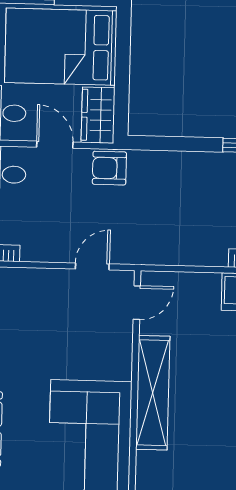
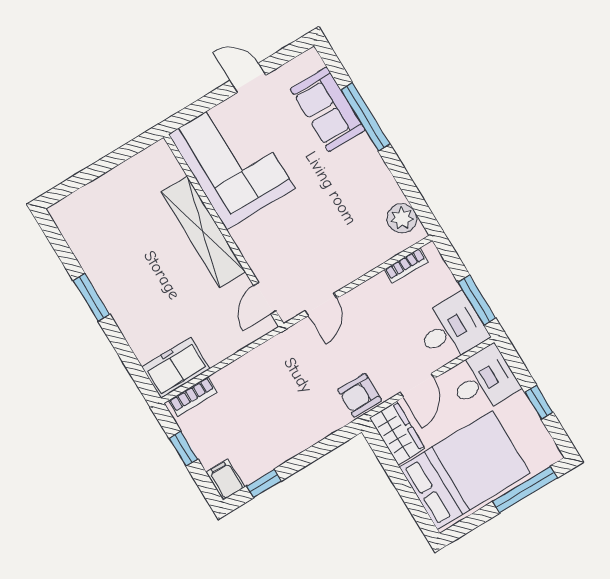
door: (55, 145) -> (417, 385), hinge flipped
armchair: (109, 168) -> (359, 395), turned 180

